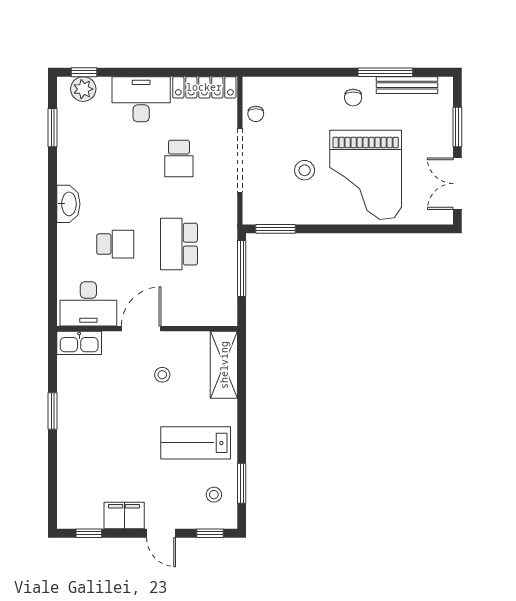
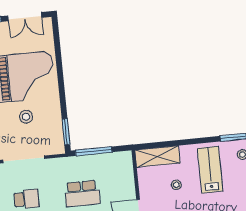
stool: (162, 375) -> (176, 185), moved
lab bench: (196, 443) -> (210, 170), turned 180

